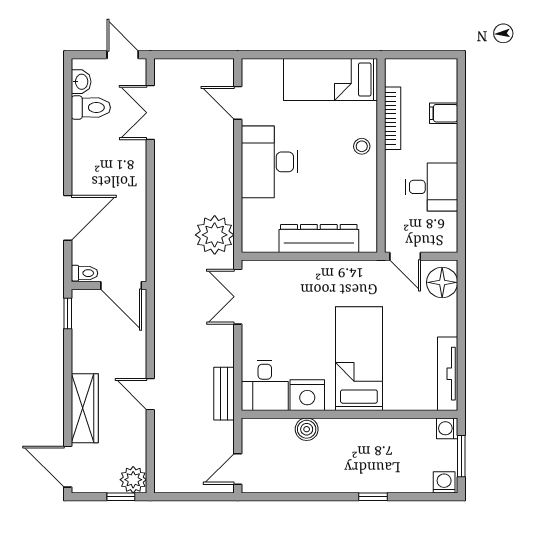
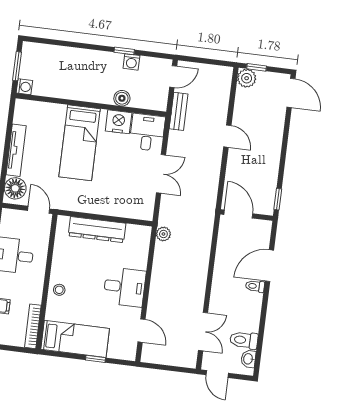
window: (298, 55) -> (96, 359), added
bookcase: (393, 118) -> (33, 326), moved
desk: (270, 162) -> (124, 287), width x0.73
plant: (215, 235) -> (163, 234), width x0.53, depth x0.53
toilet: (85, 273) -> (255, 286), moved
double door: (238, 297) -> (161, 174), moved
tv unit: (448, 374) -> (16, 150), moved
bench: (224, 394) -> (179, 111), moved
wardrobe: (85, 408) -> (274, 132), removed
washing machine: (444, 482) -> (131, 62), moved
window: (373, 497) -> (124, 51), moved

